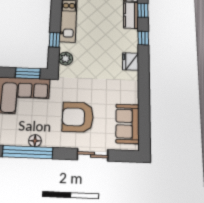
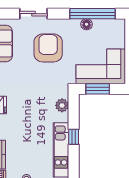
window: (55, 40) -> (74, 137), moved
armchair: (78, 117) -> (48, 48), turned -90

